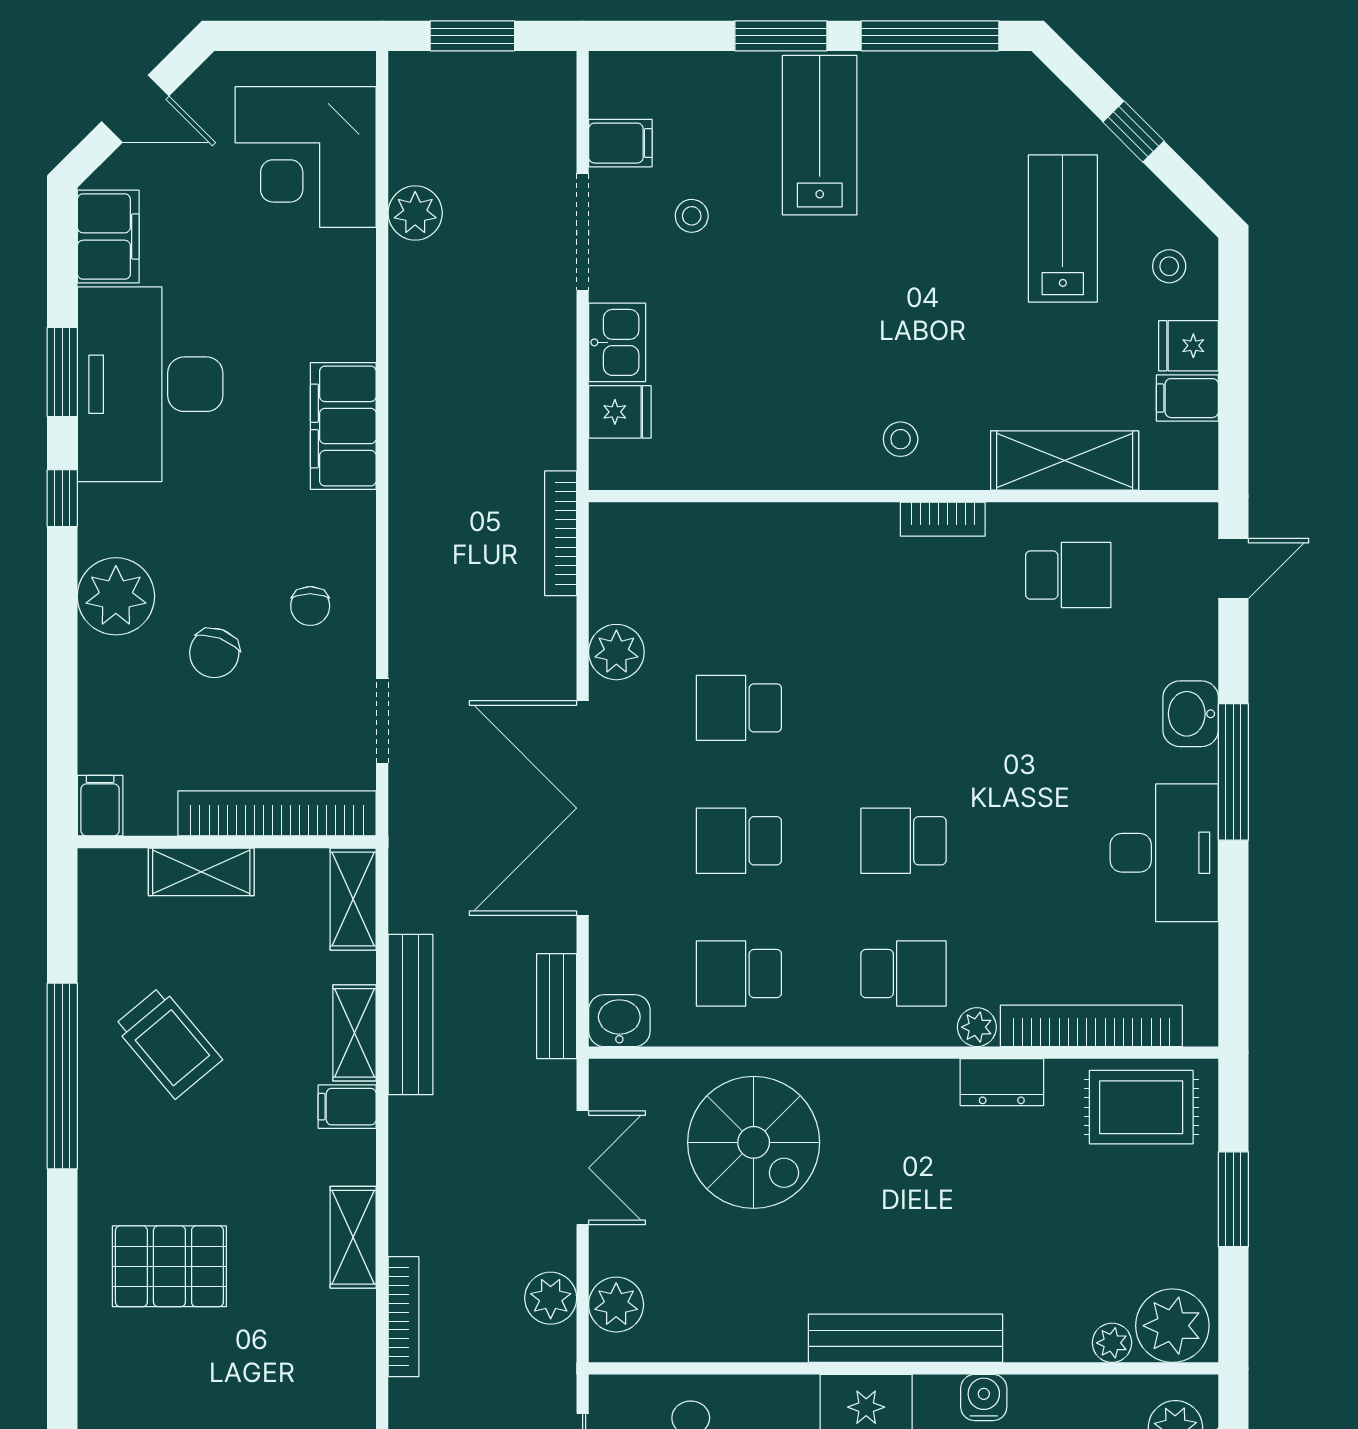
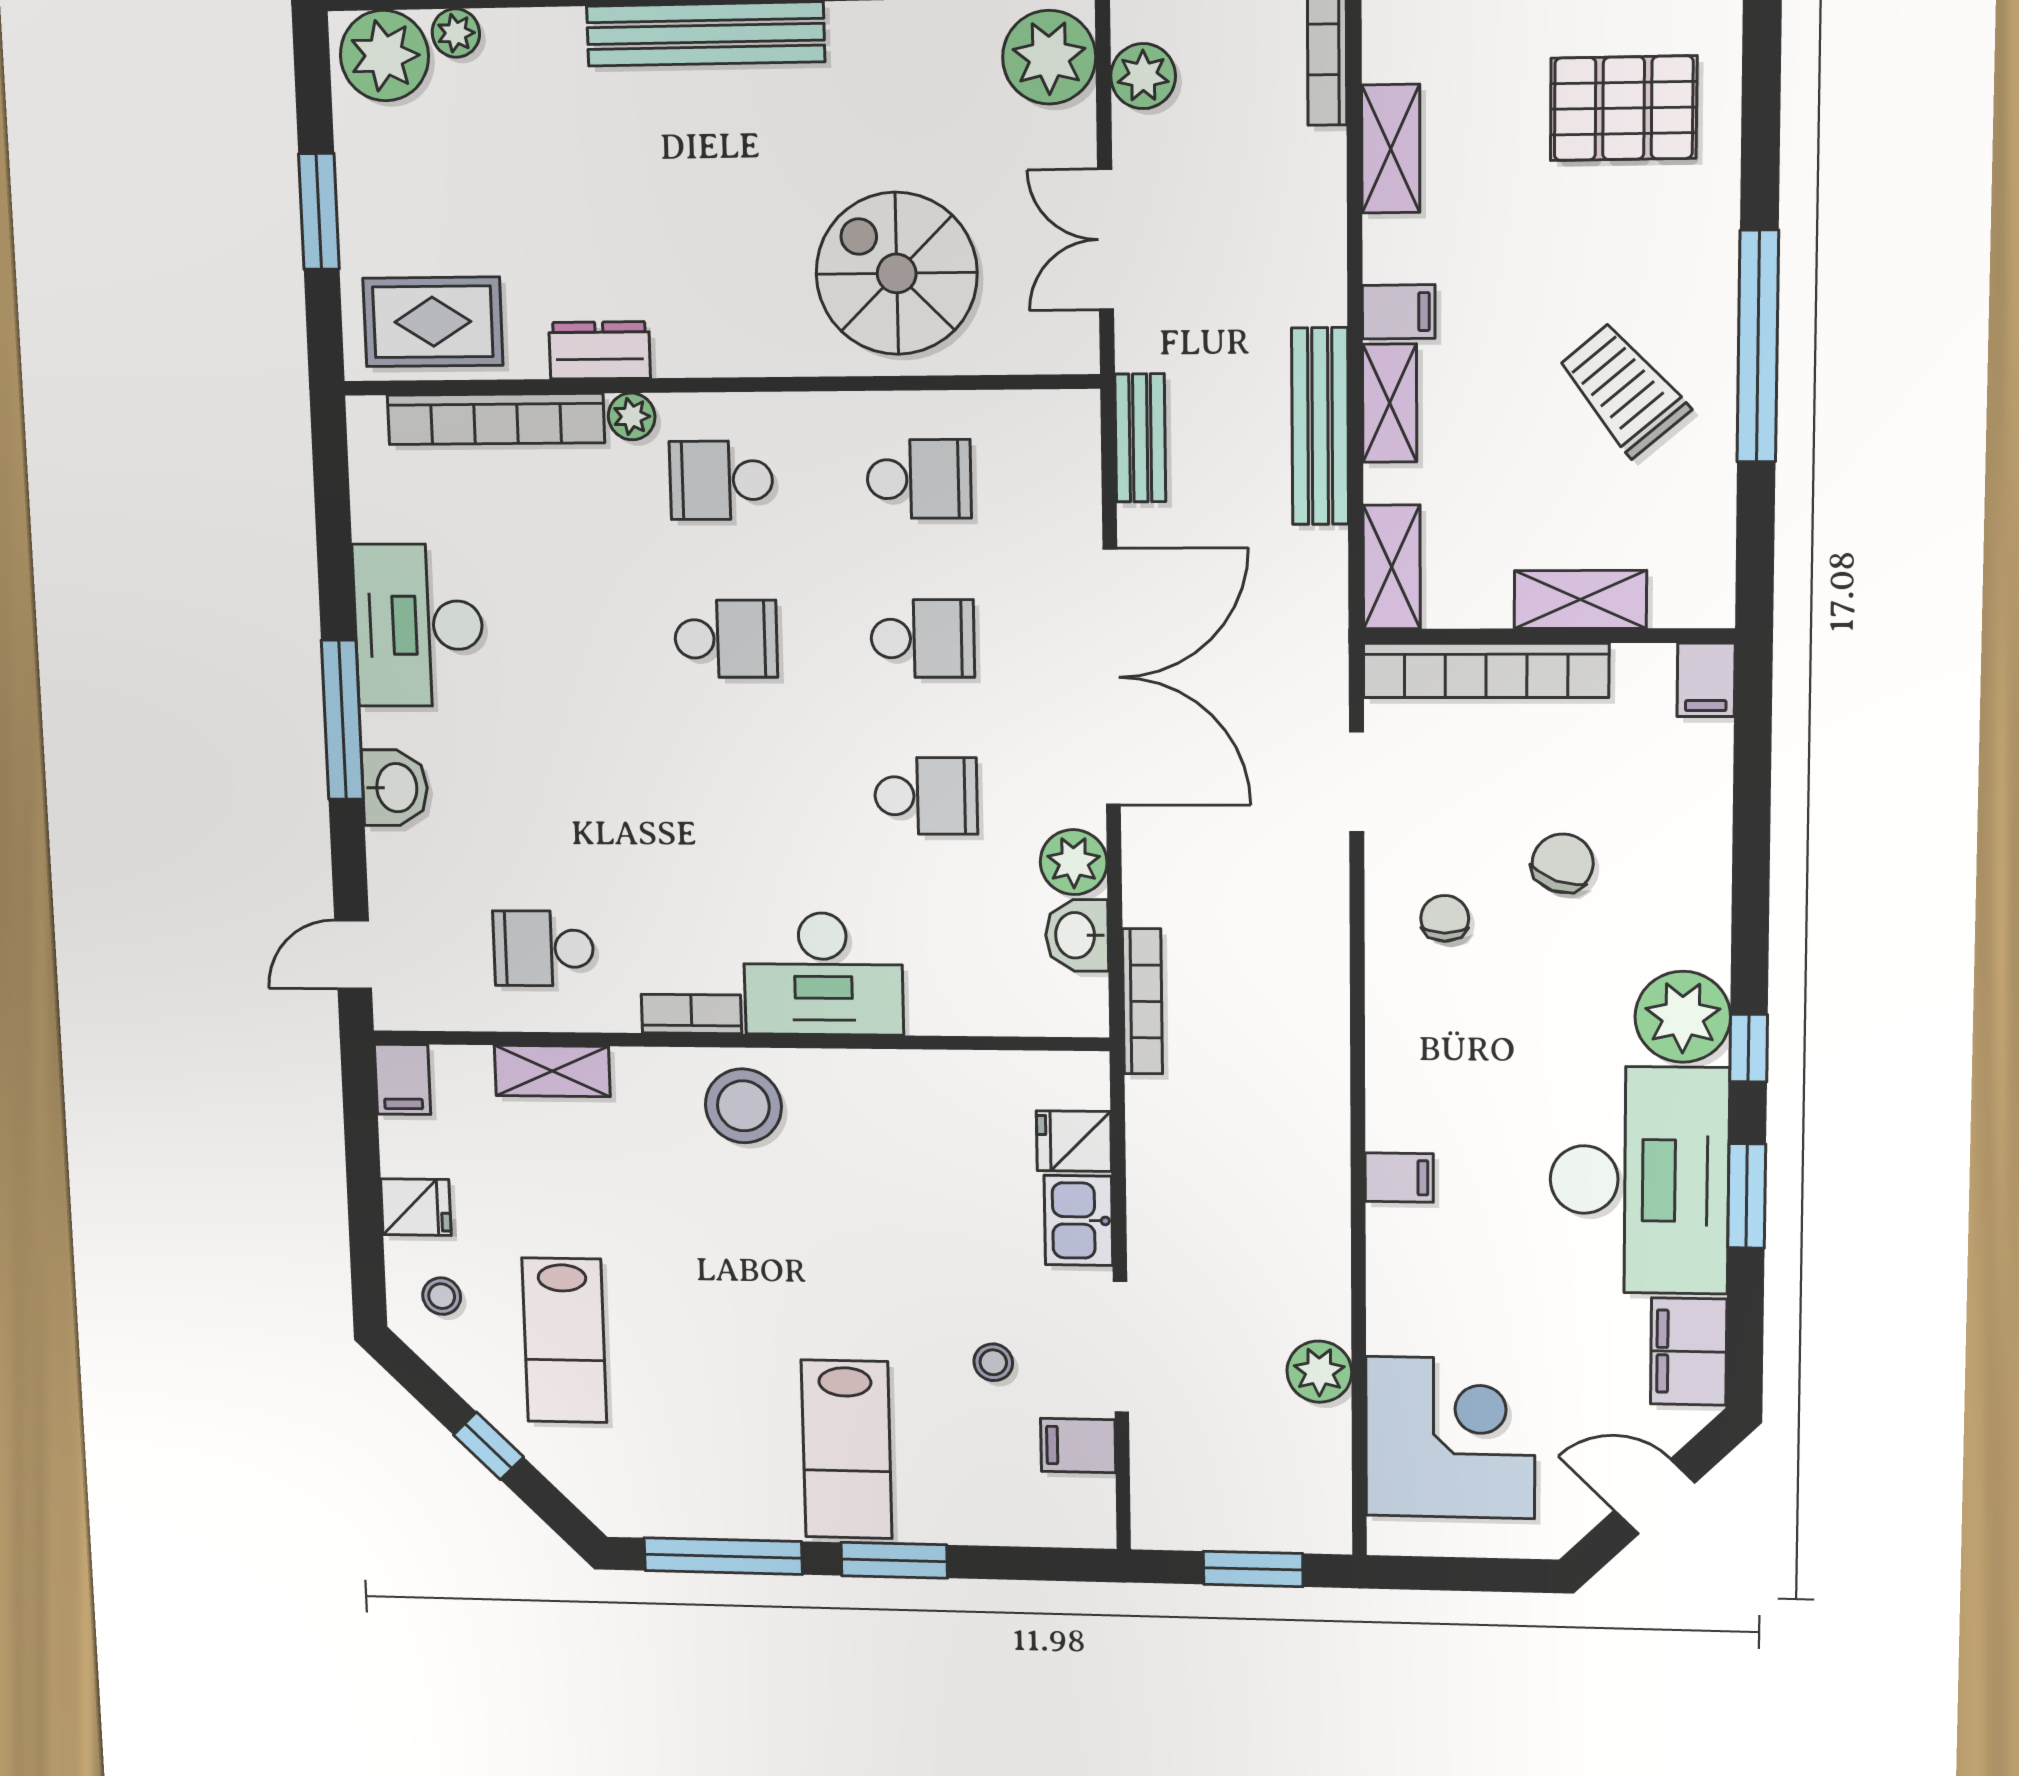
filing cabinet: (1187, 398) -> (403, 1079), moved, turned 90
filing cabinet: (343, 426) -> (1399, 1177), width x0.33, depth x0.86
stool: (901, 439) -> (743, 1106), width x1.89, depth x1.89
shelving: (1065, 460) -> (552, 1071), width x0.67, depth x0.75
desk: (829, 555) -> (823, 974), added
plant: (116, 596) -> (1683, 1017), moved
washbasin: (619, 1021) -> (1077, 935), moved, turned 90
plant: (616, 1305) -> (1049, 57), width x1.36, depth x1.36

